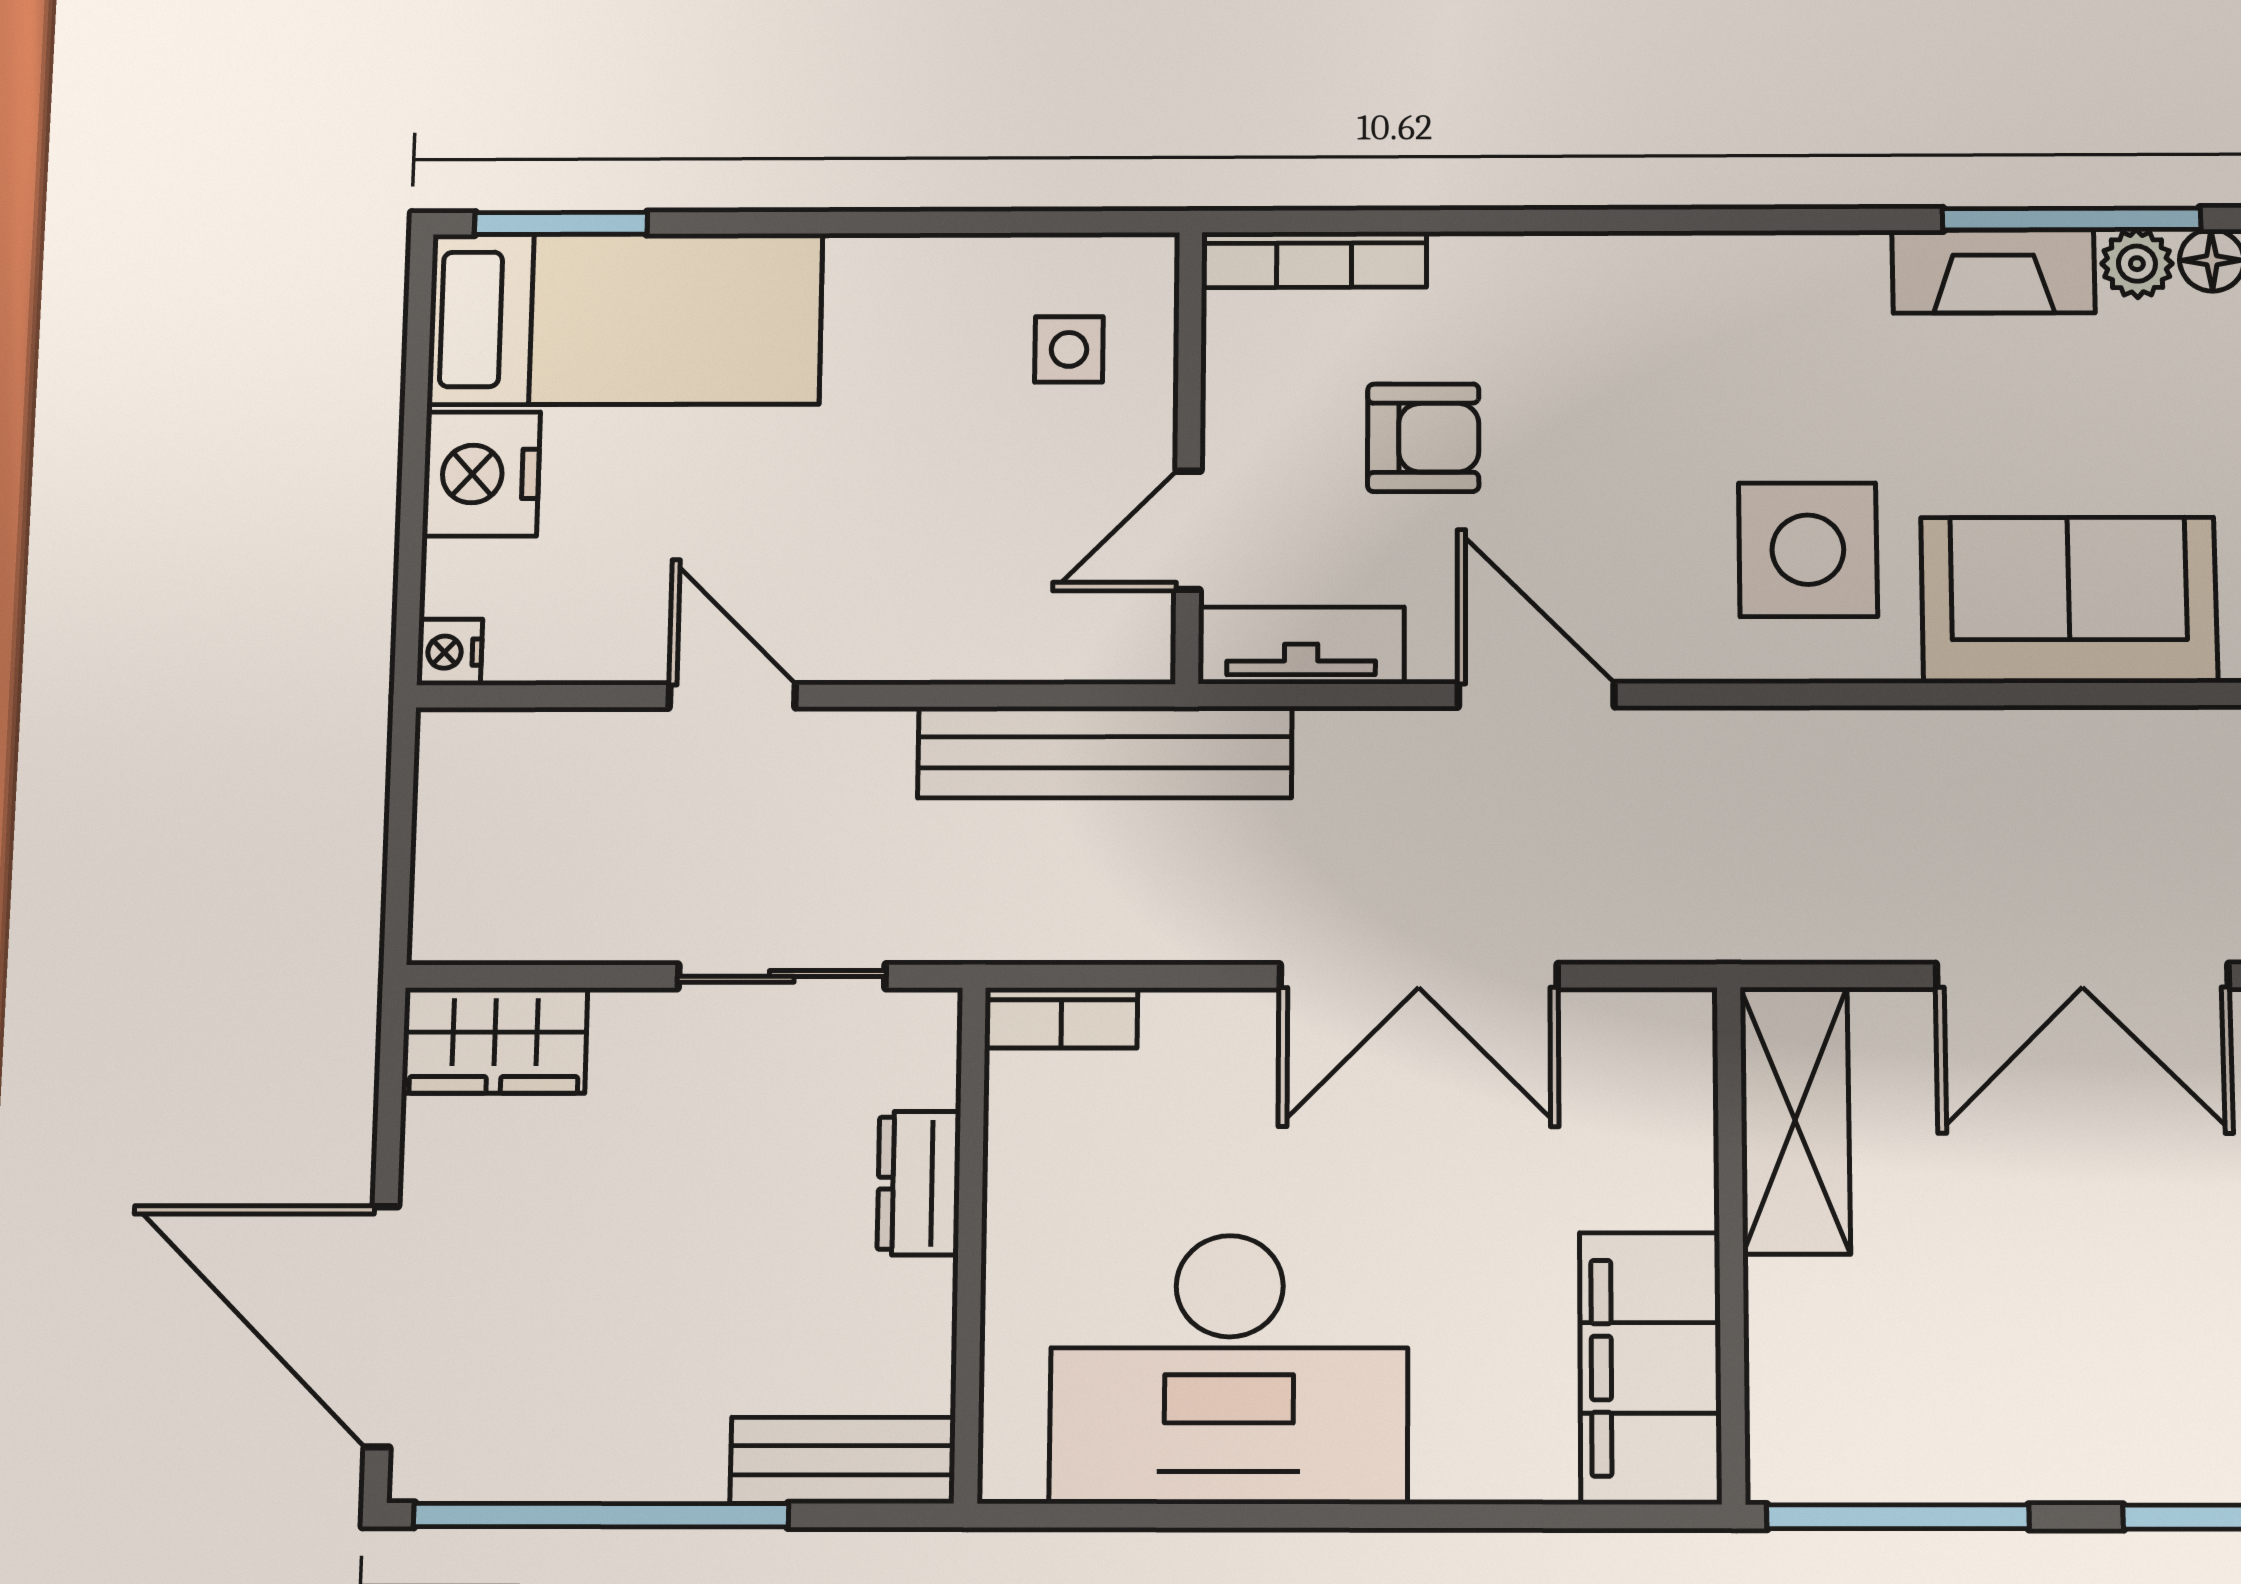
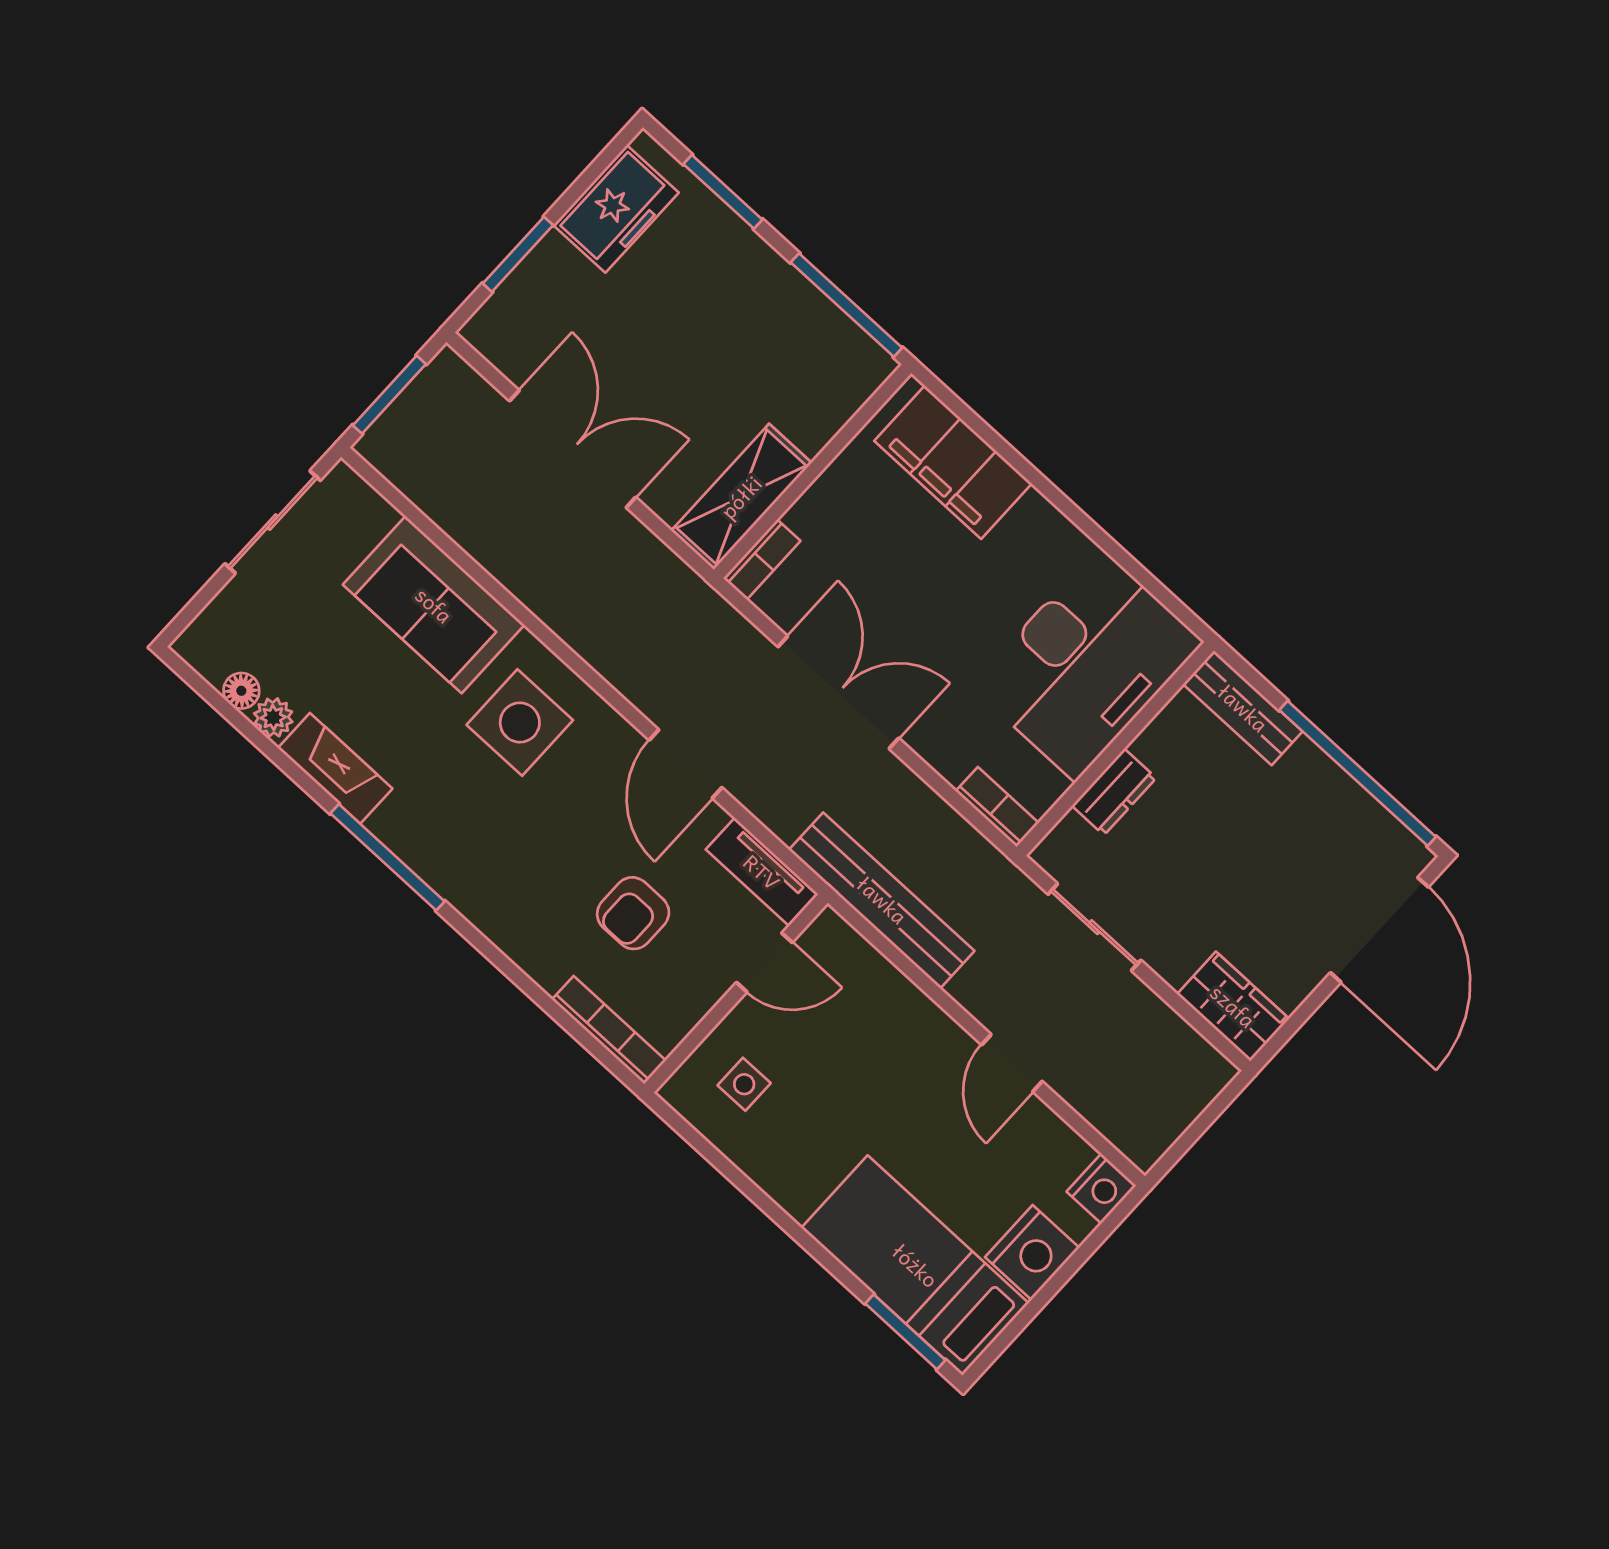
window: (2071, 219) -> (387, 857), moved
armchair: (1423, 438) -> (633, 913), turned -90
nightstand: (450, 652) -> (1102, 1189), width x1.39, depth x1.35
bookcase: (1688, 1060) -> (762, 560), added
filing cabinet: (1650, 1368) -> (953, 462), moved, turned 90
desk: (1229, 1369) -> (1087, 664), moved, turned 90

